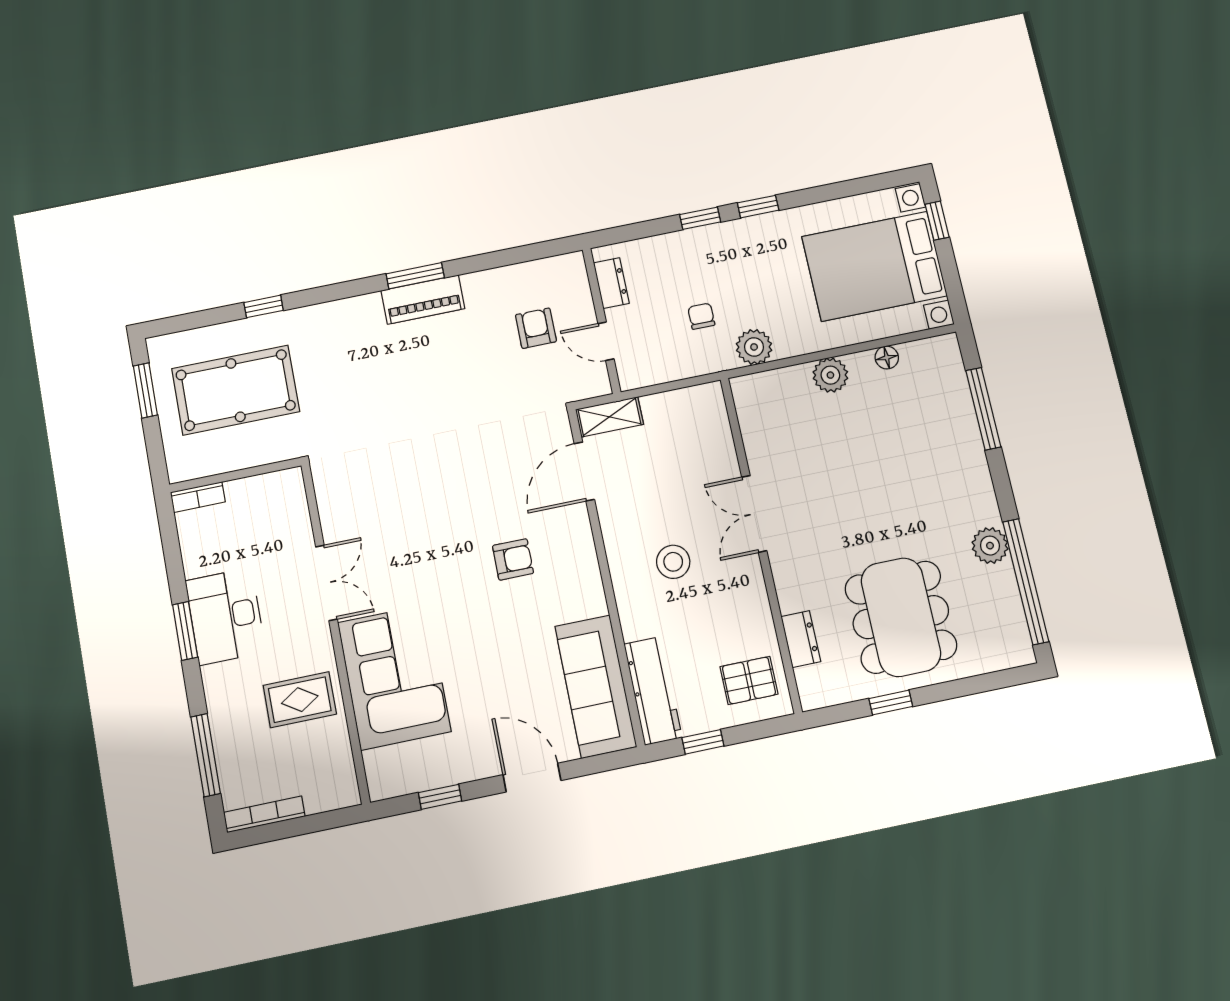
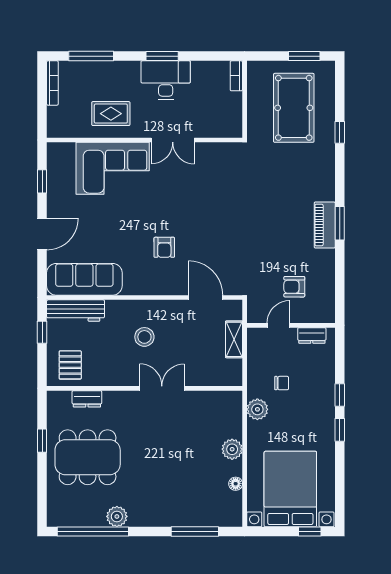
armchair: (536, 328) -> (294, 287), turned 180
shelving: (609, 417) -> (234, 339), moved
rug: (300, 700) -> (111, 114), turned 90

